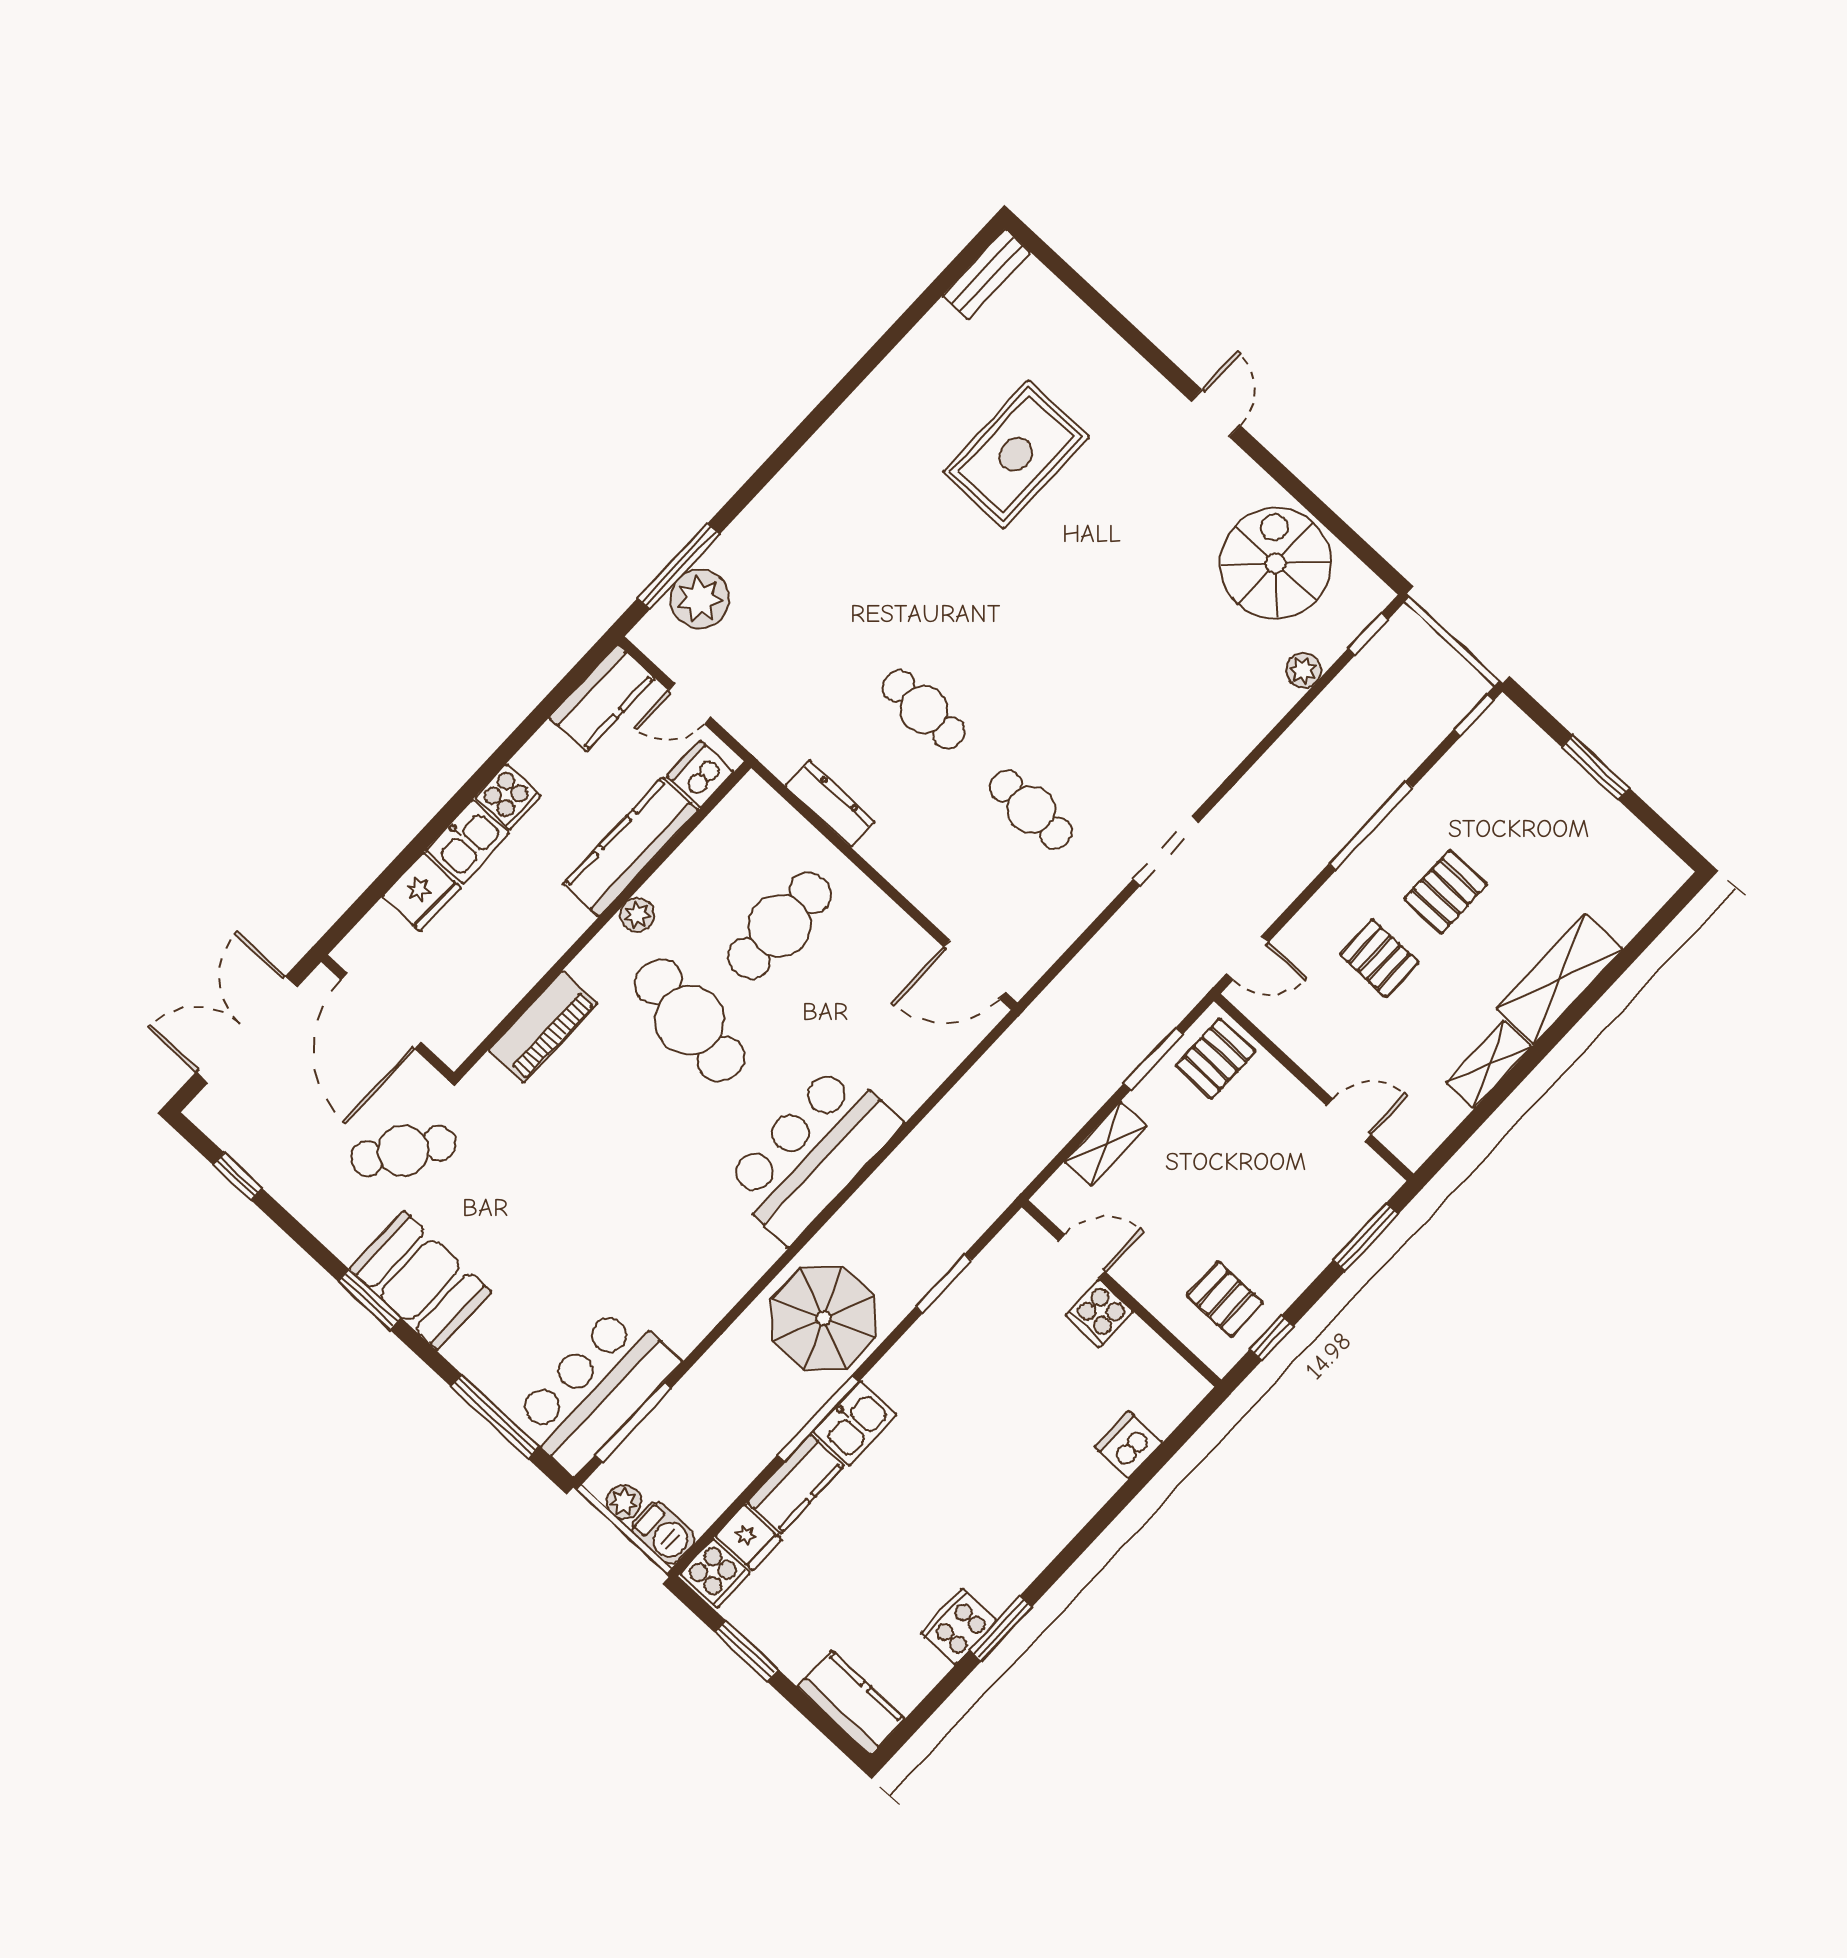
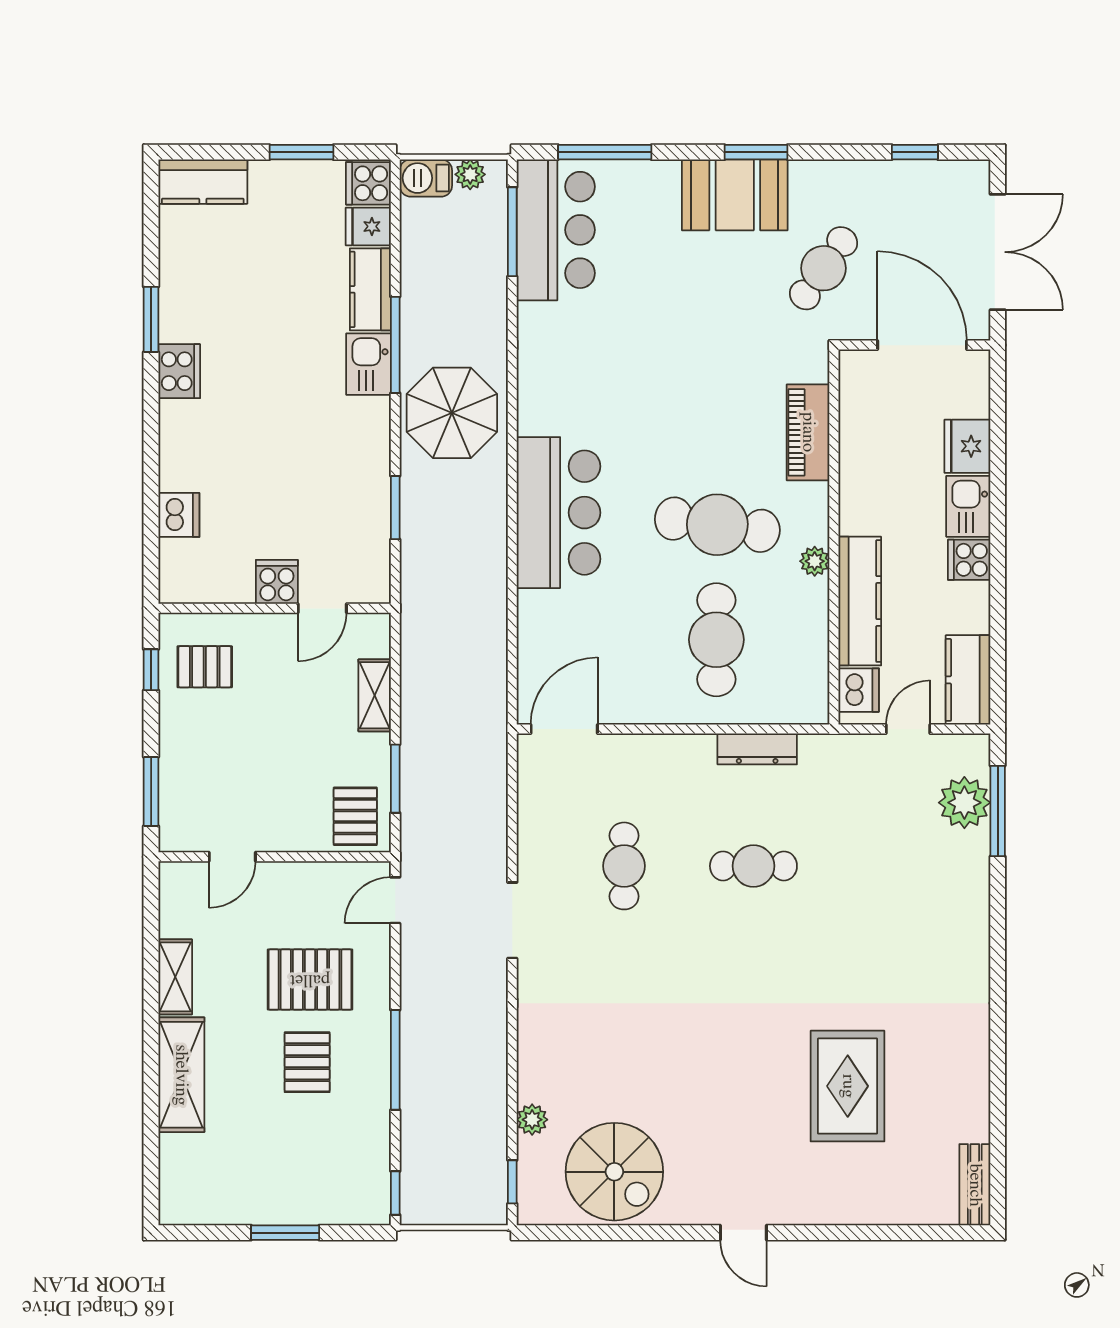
cafe table: (1031, 809) -> (624, 866), turned 90
pallet: (1379, 958) -> (310, 980), width x1.50, depth x1.42
cooker: (959, 1626) -> (179, 371), moved

